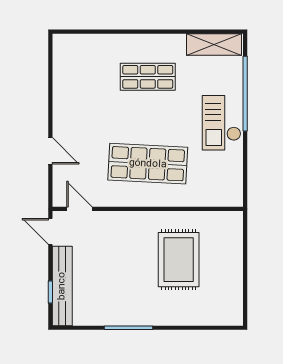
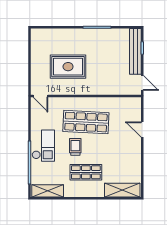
shelving: (85, 46) -> (122, 190), added
trolley: (166, 121) -> (75, 147), added
door: (79, 209) -> (41, 96), moved
rug: (179, 260) -> (68, 67), turned 90

